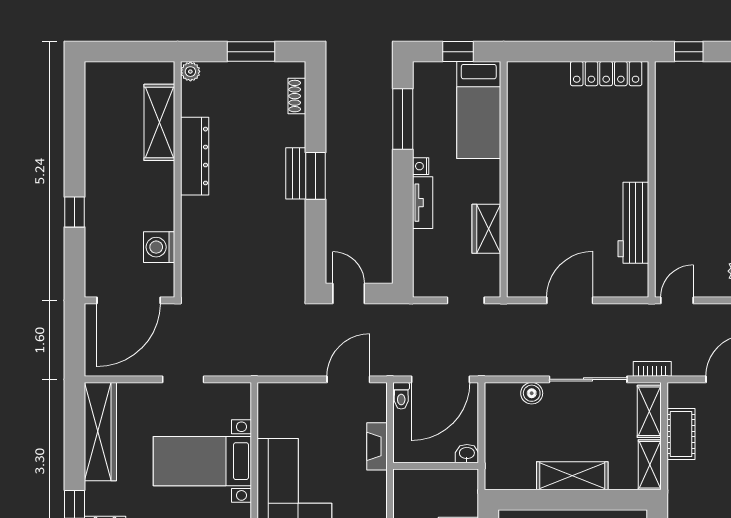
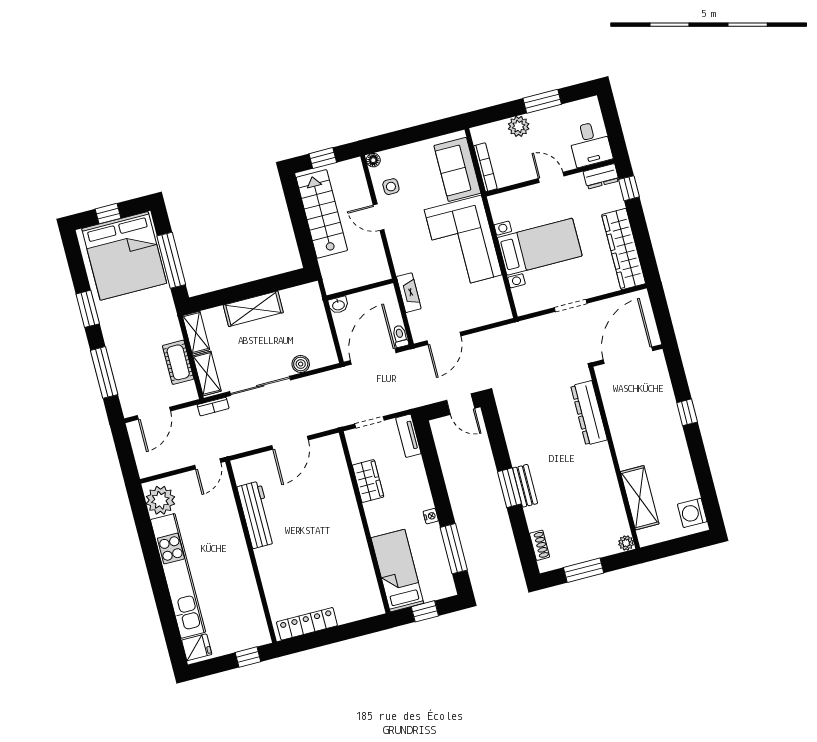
dresser: (195, 156) -> (589, 413), moved
tv unit: (423, 203) -> (408, 436), moved
washing machine: (159, 247) -> (692, 513), moved, turned 180

